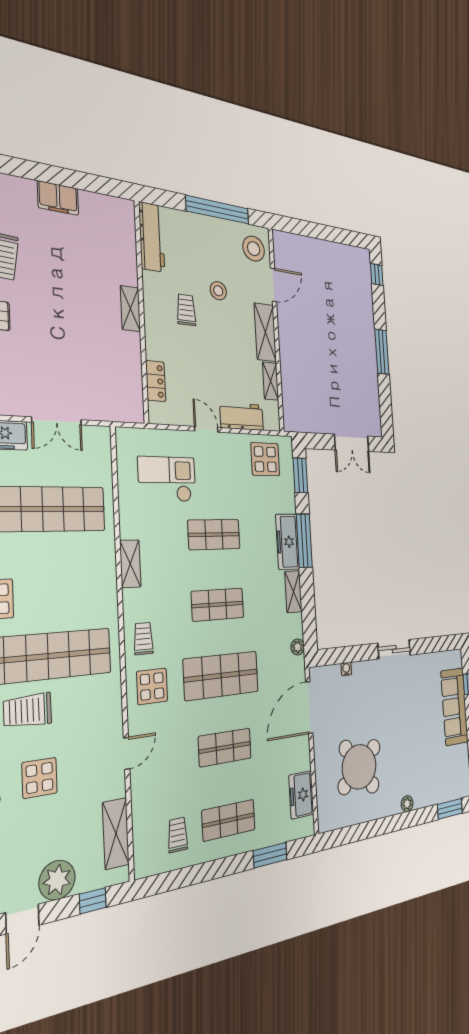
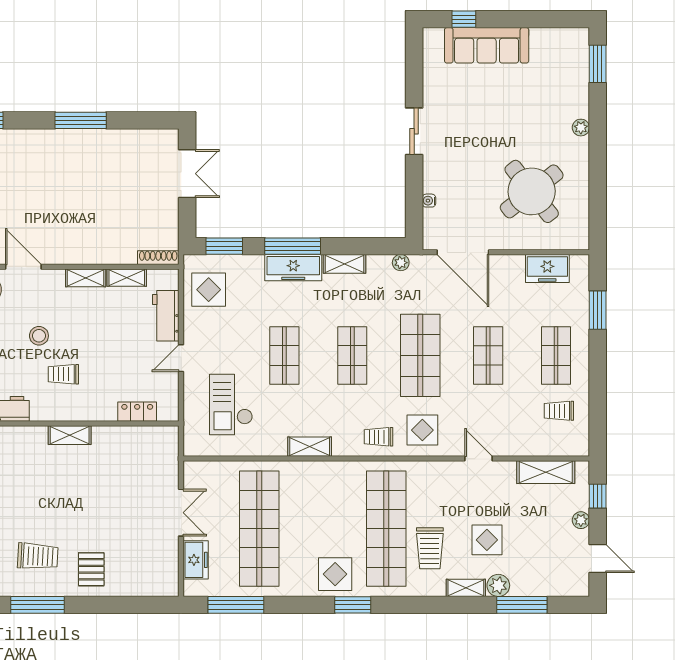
shelving: (265, 332) -> (86, 278), width x0.67, depth x0.75
shoe rack: (288, 412) -> (158, 258), added
plant: (57, 880) -> (581, 520), width x0.53, depth x0.53

